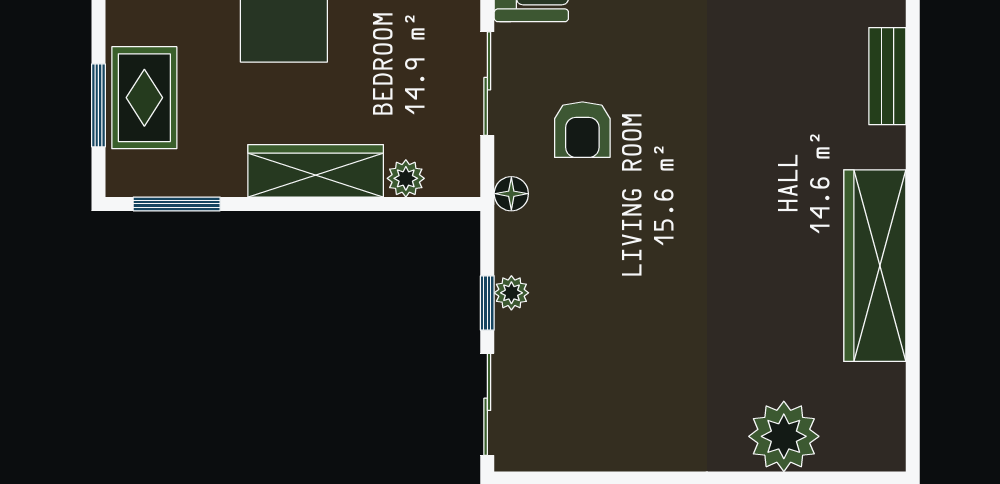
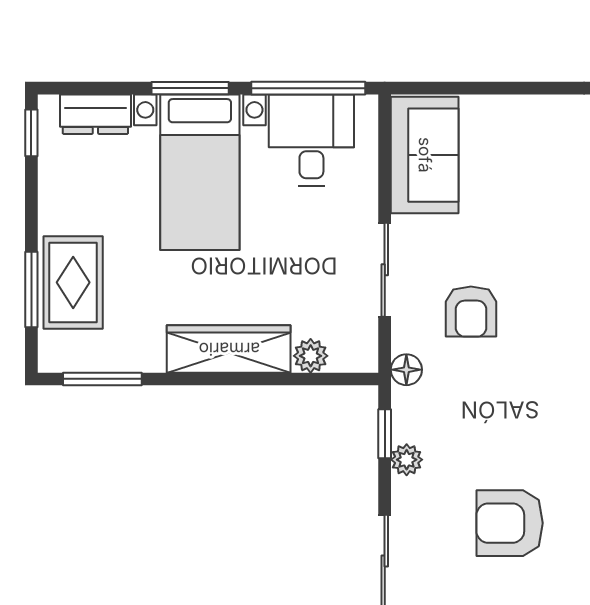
window: (487, 303) -> (385, 434), moved
armchair: (625, 363) -> (510, 523), added

